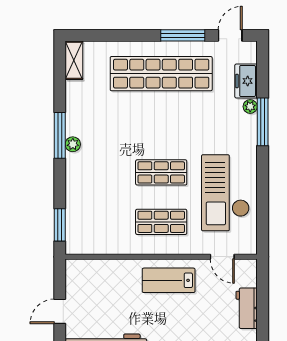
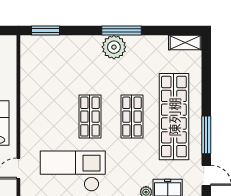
plant: (73, 144) -> (114, 47), width x1.88, depth x1.88
shop shelf: (161, 222) -> (132, 117), moved

